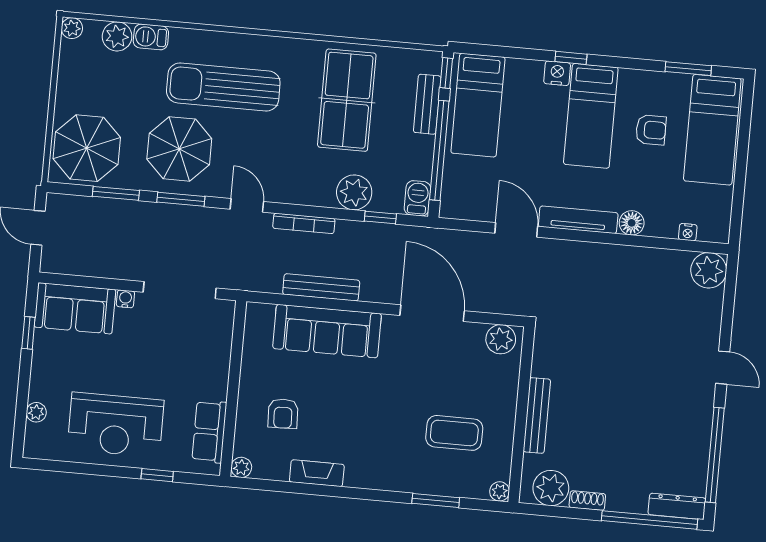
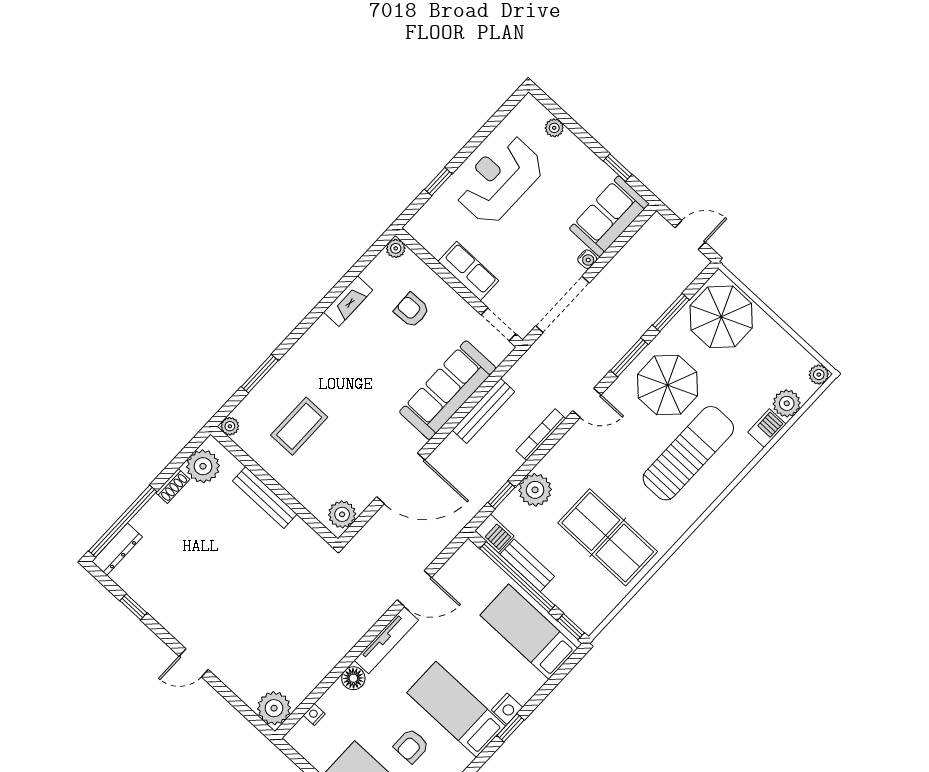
bench: (427, 104) -> (527, 565), moved
doorway: (238, 331) -> (499, 324), added
row of seats: (209, 432) -> (468, 271), moved
window: (715, 455) -> (133, 607), width x0.32

